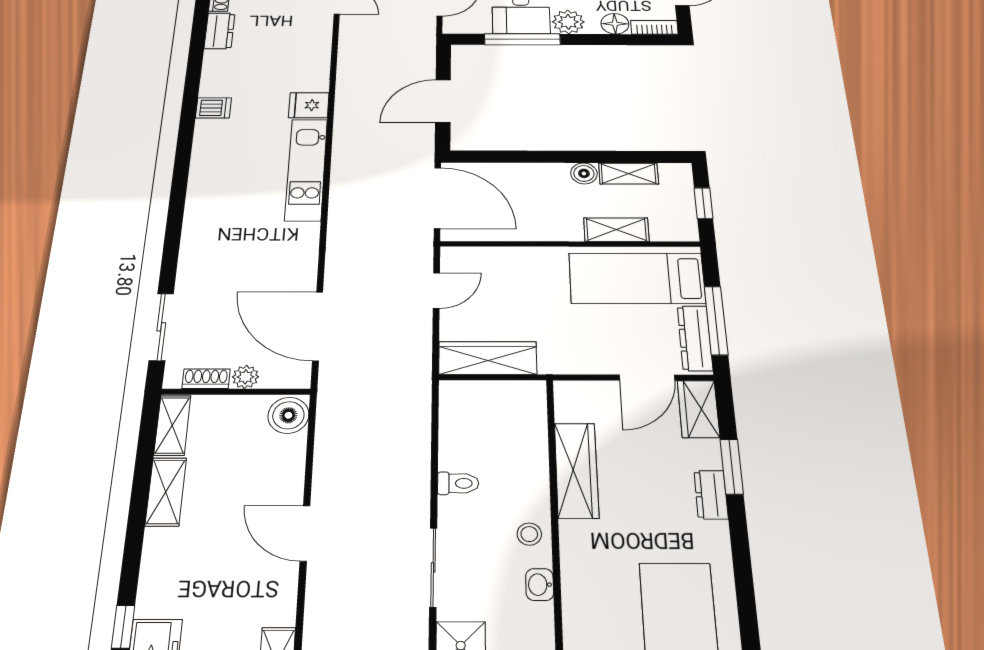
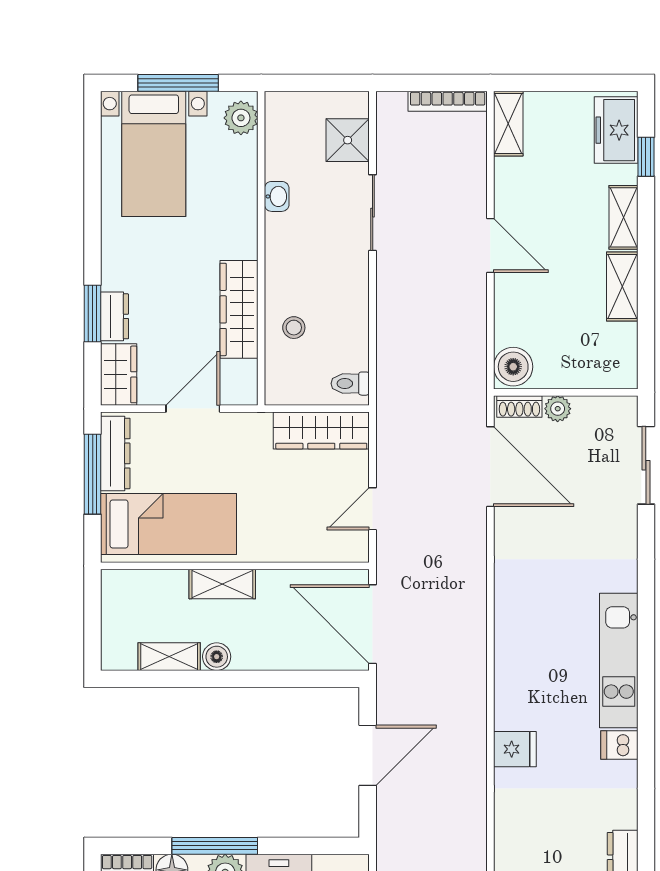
window: (522, 39) -> (215, 846), moved
kitchen unit: (306, 169) -> (619, 661), moved, turned 180
window: (703, 203) -> (93, 618), removed
shelving: (616, 230) -> (222, 584), moved
door: (647, 378) -> (193, 409), moved
shoe rack: (206, 379) -> (519, 407), moved
shelving: (172, 425) -> (623, 217), moved
toilet: (458, 483) -> (350, 384), moved
dresser: (711, 495) -> (115, 316), moved
stool: (529, 534) -> (294, 328), moved

